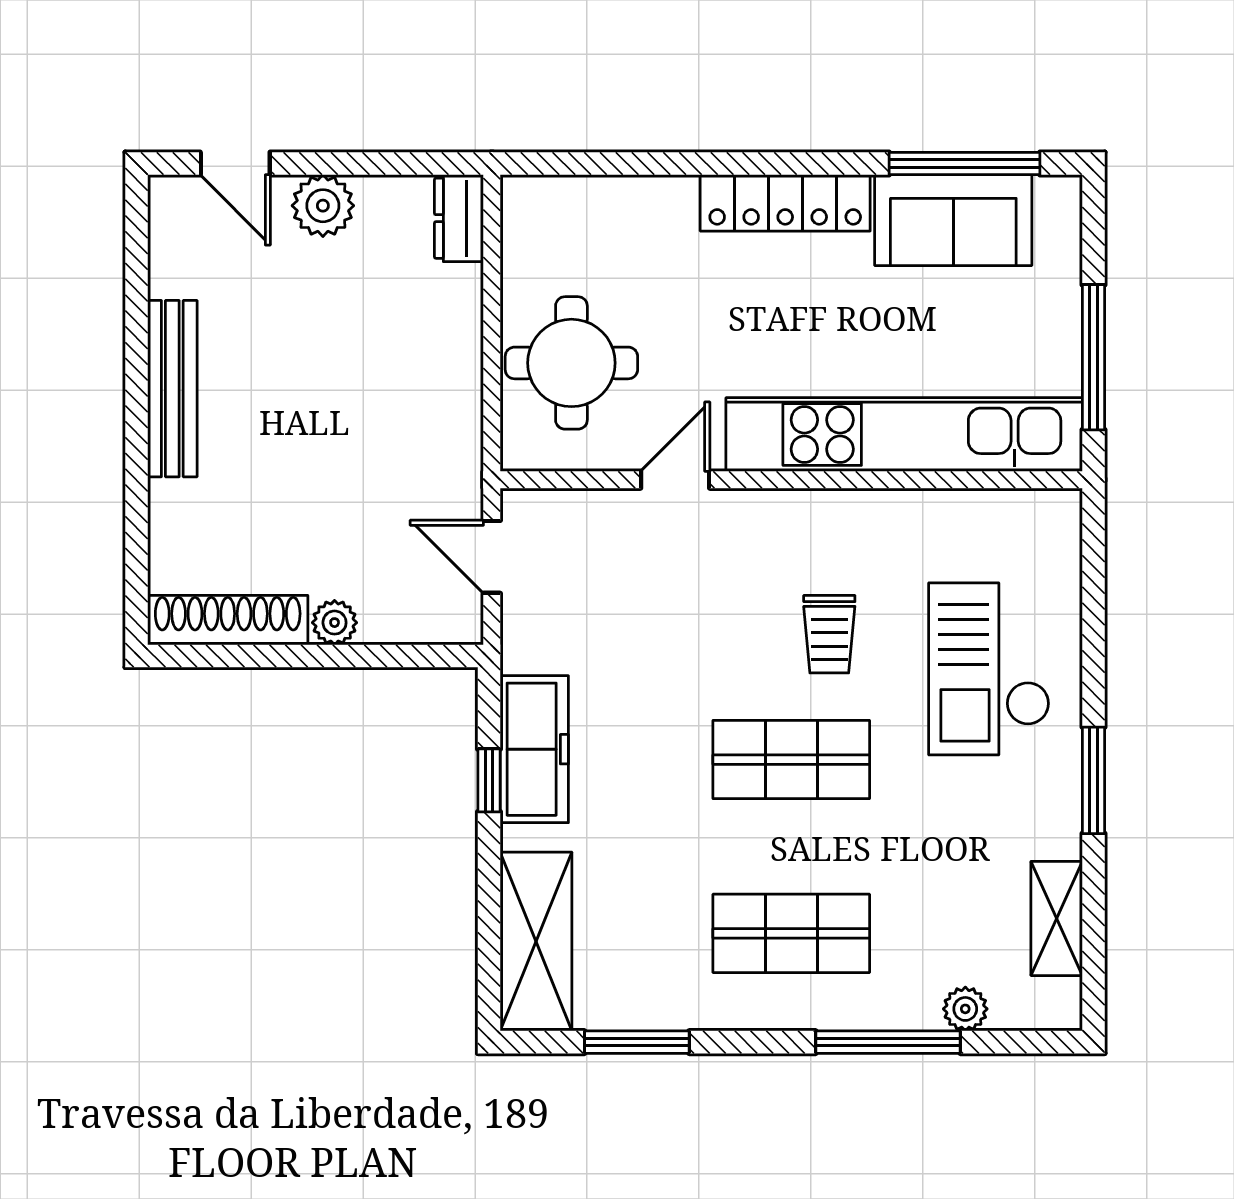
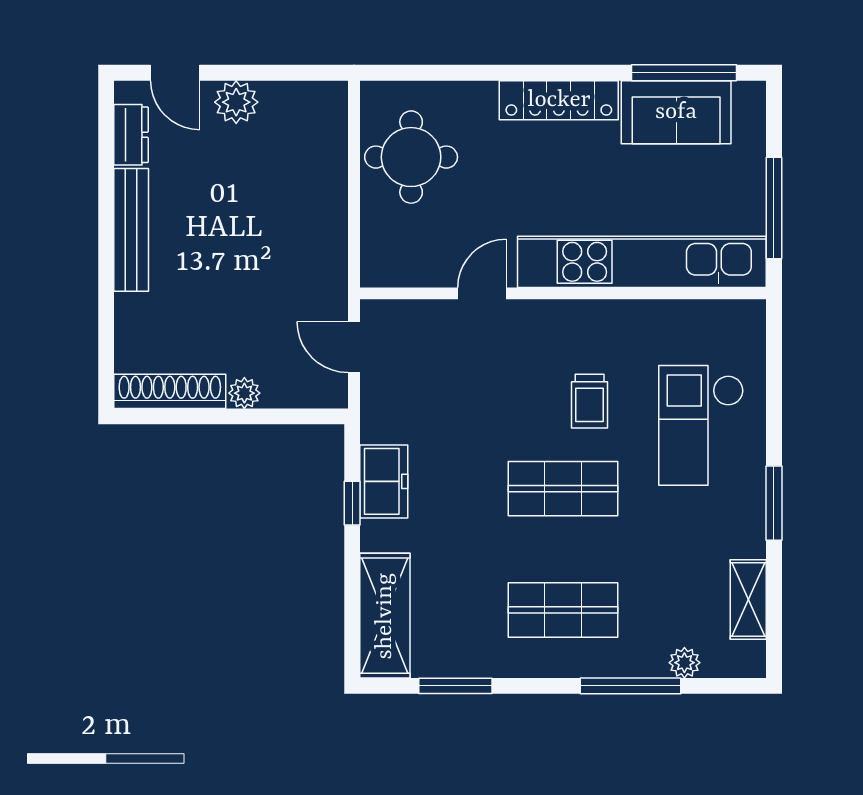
dresser: (459, 218) -> (131, 135), moved, turned 180
round table: (571, 363) -> (411, 157), moved
freezer: (534, 749) -> (384, 481), width x0.71

